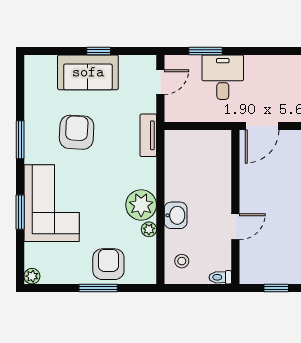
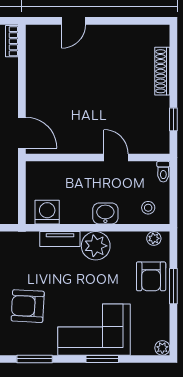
tv unit: (148, 135) -> (60, 239), moved
washing machine: (177, 153) -> (47, 212), added
plant: (149, 229) -> (154, 238), moved
armchair: (108, 264) -> (151, 276), turned -90

